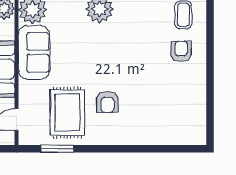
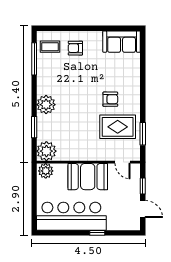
sofa: (34, 52) -> (122, 42), moved, turned 180

